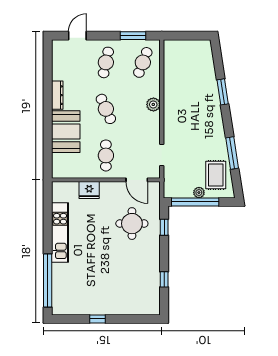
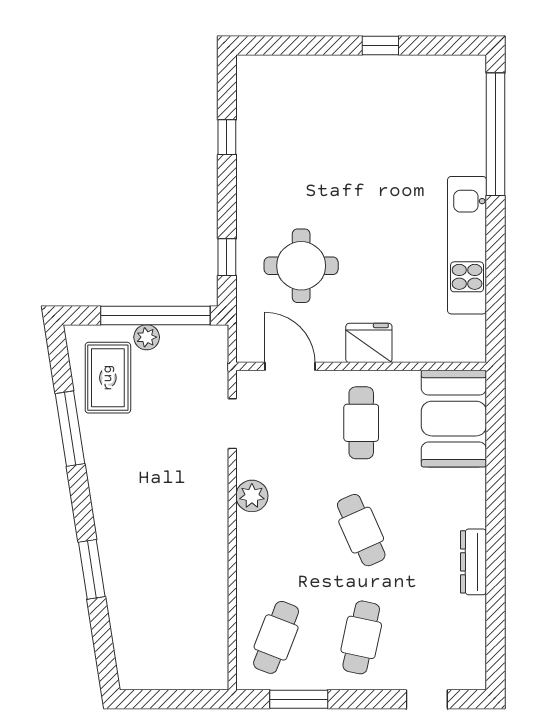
plant: (153, 104) -> (252, 496), moved
booth: (66, 132) -> (454, 419), moved
fridge: (89, 190) -> (369, 343), moved

